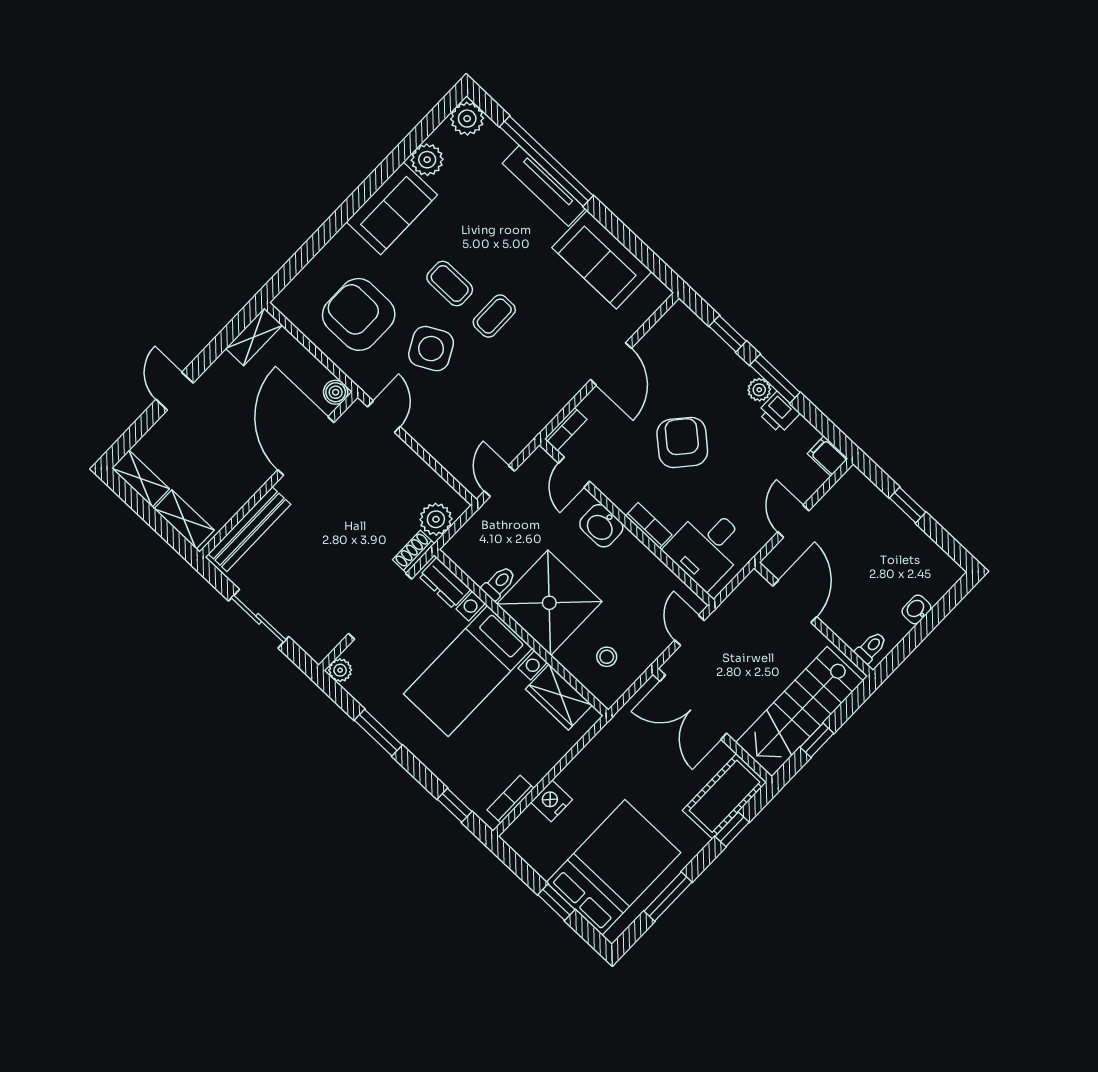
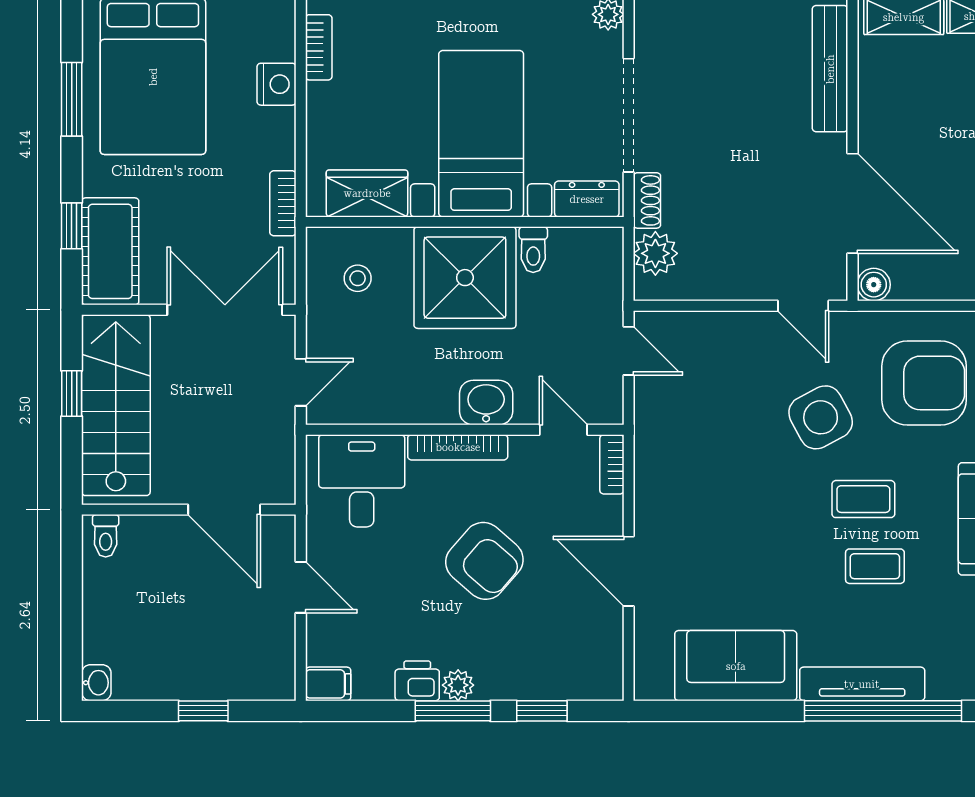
coffee table: (494, 316) -> (875, 566), moved, turned 90
bookcase: (649, 525) -> (458, 447), width x1.56
washbasin: (916, 609) -> (96, 683), moved
door: (690, 630) -> (301, 382), hinge flipped
bookcase: (608, 734) -> (283, 203), added

